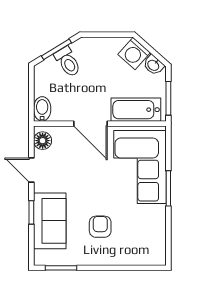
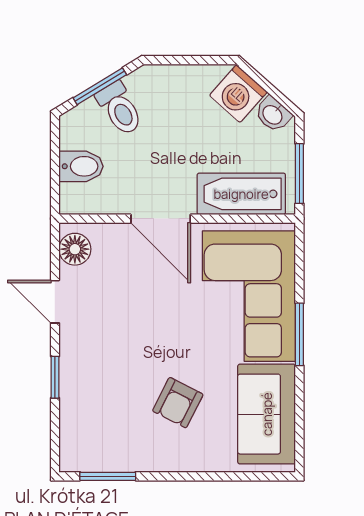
bidet: (42, 109) -> (81, 166), moved, turned 90
sofa: (50, 221) -> (267, 414), moved, turned 180
armchair: (100, 227) -> (178, 403), turned -153

